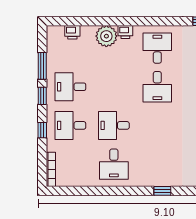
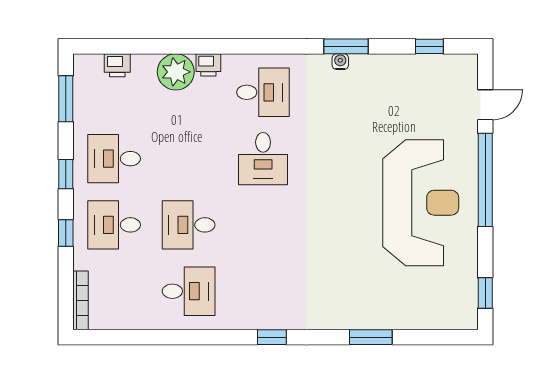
desk: (157, 48) -> (263, 92), turned 90
window: (42, 66) -> (66, 99), moved
desk: (114, 164) -> (189, 291), turned -90

